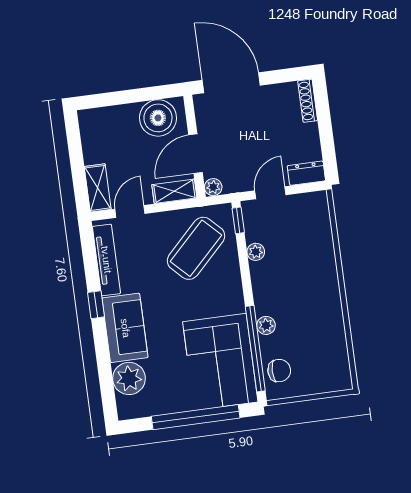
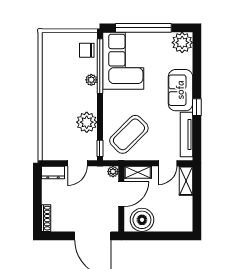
plant: (256, 252) -> (87, 122), width x1.87, depth x1.87
plant: (129, 378) -> (182, 43), moved

